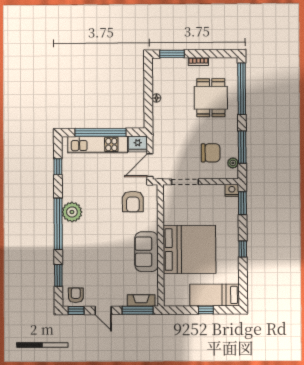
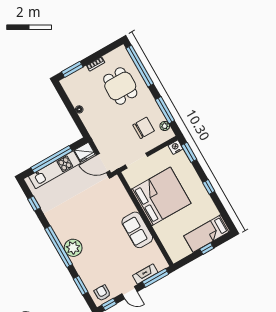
door: (150, 165) -> (103, 163), hinge flipped
armchair: (133, 201) -> (106, 198), removed
plant: (72, 212) -> (73, 248), moved
bed: (189, 249) -> (161, 196), moved
fireplace: (141, 301) -> (145, 274), moved

